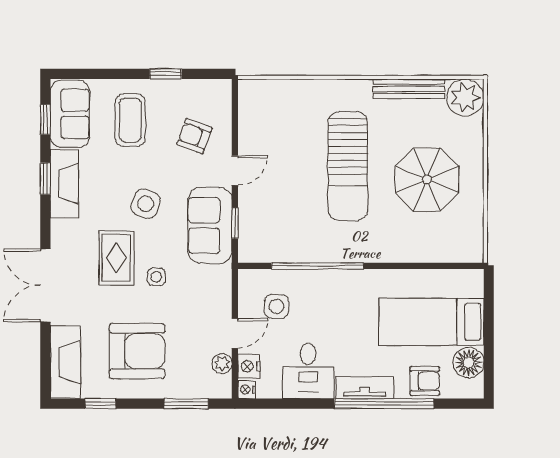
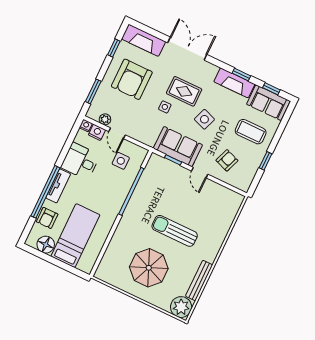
sun lounger: (348, 166) -> (175, 231), width x0.73, depth x0.75

